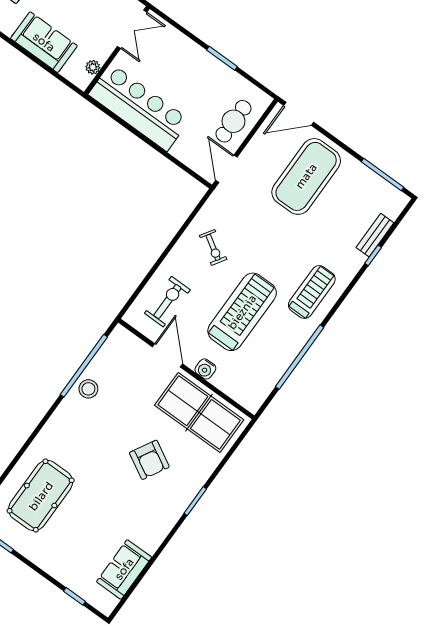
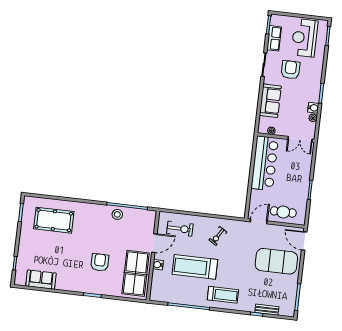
treadmill: (242, 312) -> (195, 267), turned 180
armchair: (149, 460) -> (100, 262), turned 151

